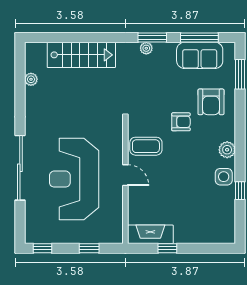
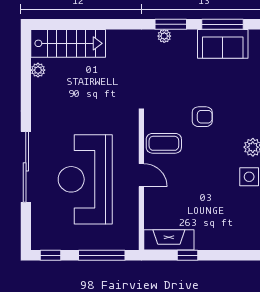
stairs: (81, 55) -> (68, 43), moved
armchair: (211, 102) -> (235, 95), removed
window: (89, 248) -> (102, 255), width x2.17

